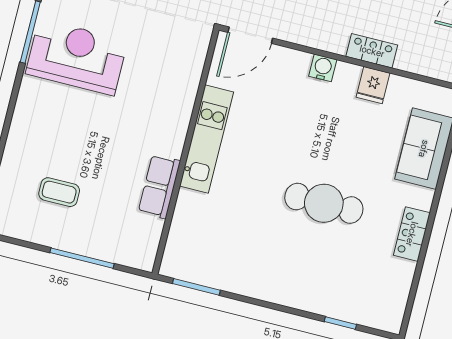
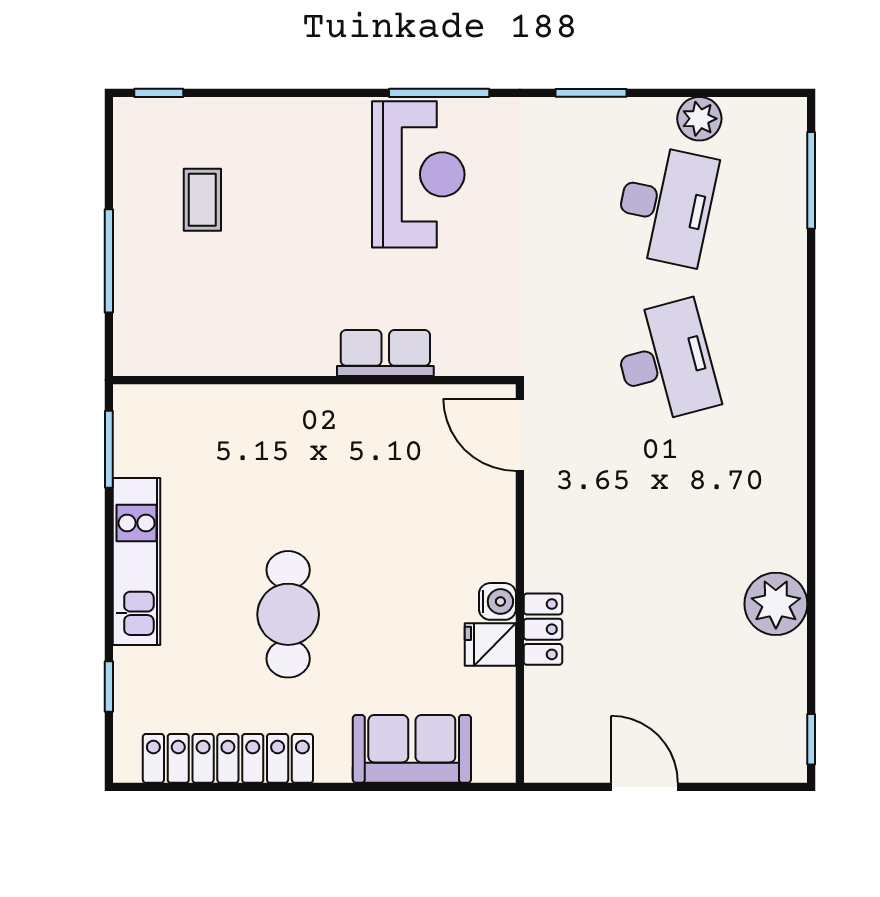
water cooler: (323, 68) -> (497, 601), moved
kitchen unit: (207, 139) -> (137, 561), moved, turned -90
row of seats: (159, 186) -> (385, 353), moved
locker: (412, 234) -> (228, 758), width x2.16, depth x1.21

